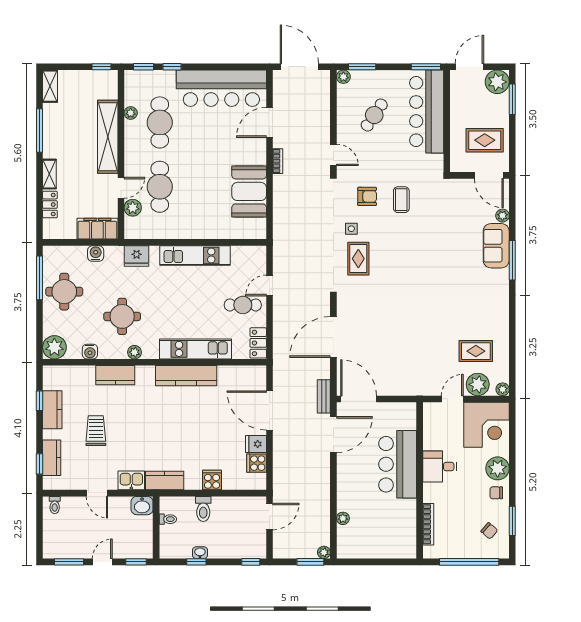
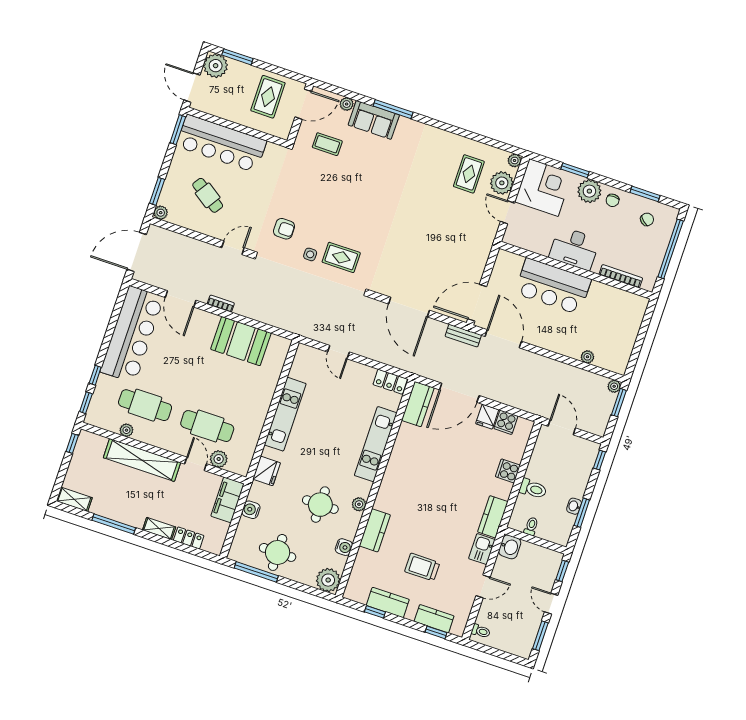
armchair: (367, 196) -> (284, 229), turned 90
coffee table: (401, 200) -> (327, 144), moved
cafe table: (243, 305) -> (349, 384), removed
kitchen counter: (186, 376) -> (418, 404), moved, width x0.67
window: (512, 449) -> (575, 170), added
desk: (440, 466) -> (574, 248), width x1.37
window: (196, 562) -> (582, 513), width x1.50

